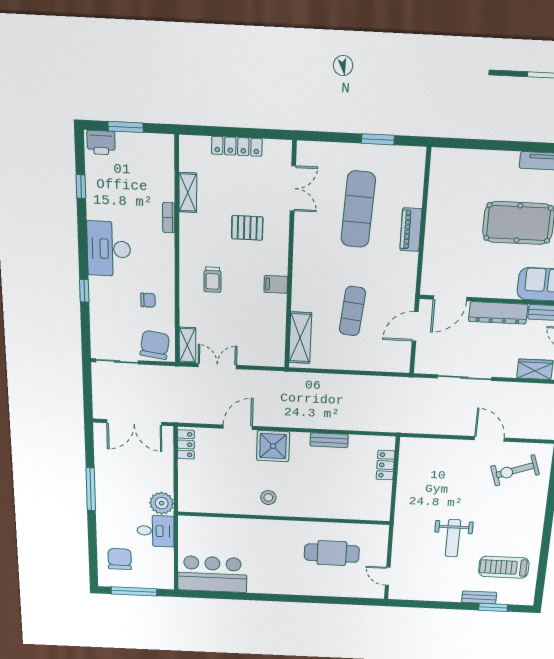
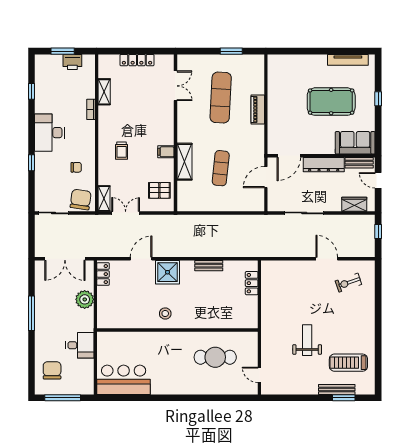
printer: (101, 143) -> (72, 62), moved
pallet: (247, 228) -> (159, 190), moved
shelving: (300, 338) -> (184, 162), moved
exercise bike: (515, 470) -> (348, 283), width x0.73, depth x0.72
plant: (162, 503) -> (85, 299), moved
weight bench: (453, 538) -> (307, 340), turned 180
bench: (479, 597) -> (337, 389), width x1.36

